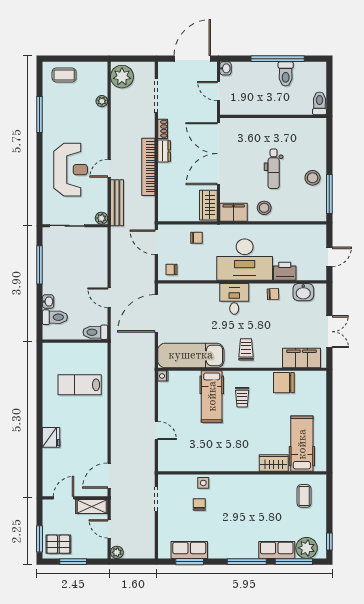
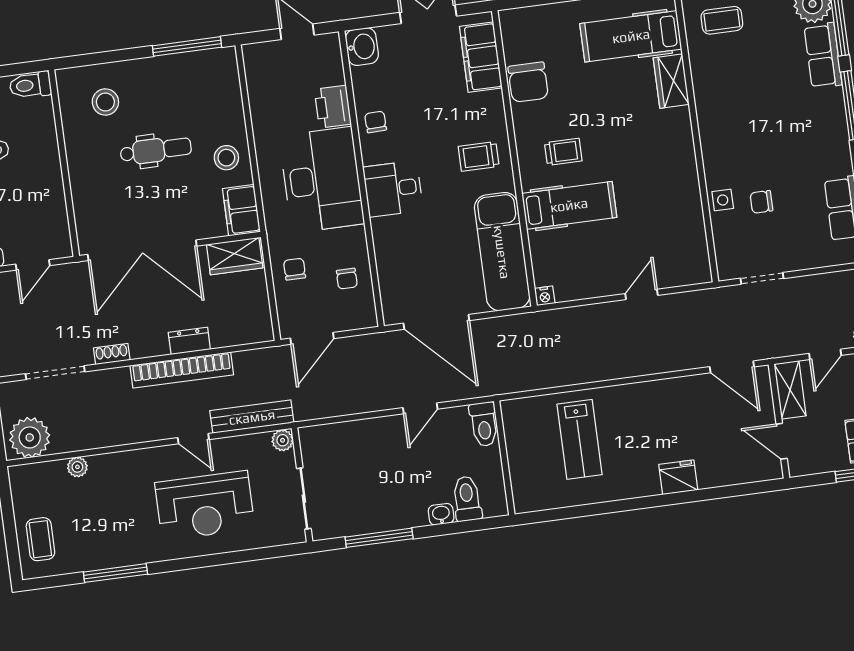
dresser: (164, 151) -> (189, 341), moved
reception desk: (71, 170) -> (205, 506), turned 180
stool: (313, 178) -> (105, 102), moved
chair: (171, 269) -> (347, 279), moved
washbasin: (303, 292) -> (362, 47), moved

